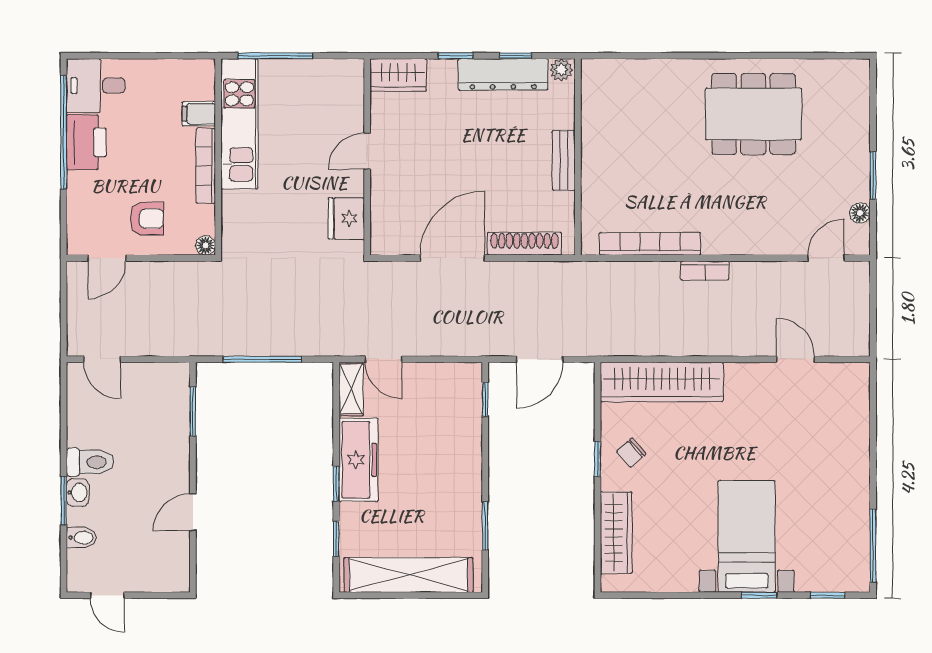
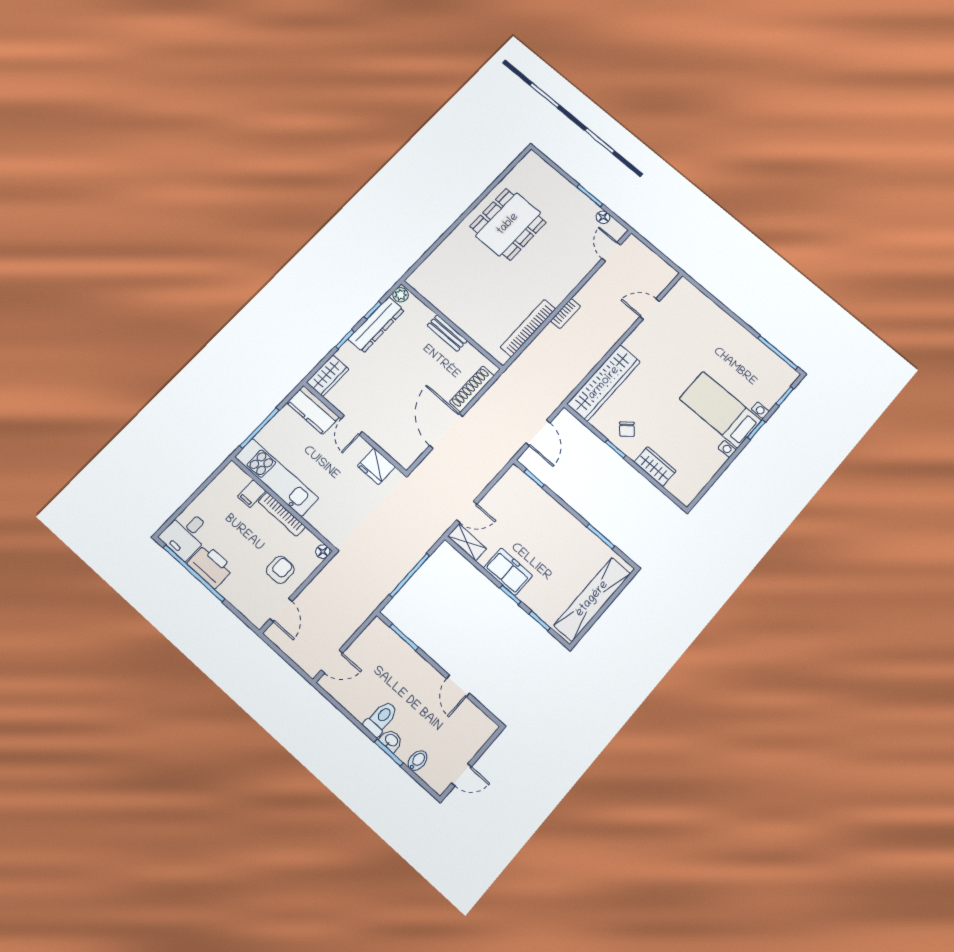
kitchen counter: (346, 94) -> (313, 410), added
freezer: (358, 460) -> (508, 572), width x0.71
wardrobe: (616, 533) -> (655, 466), width x0.67

